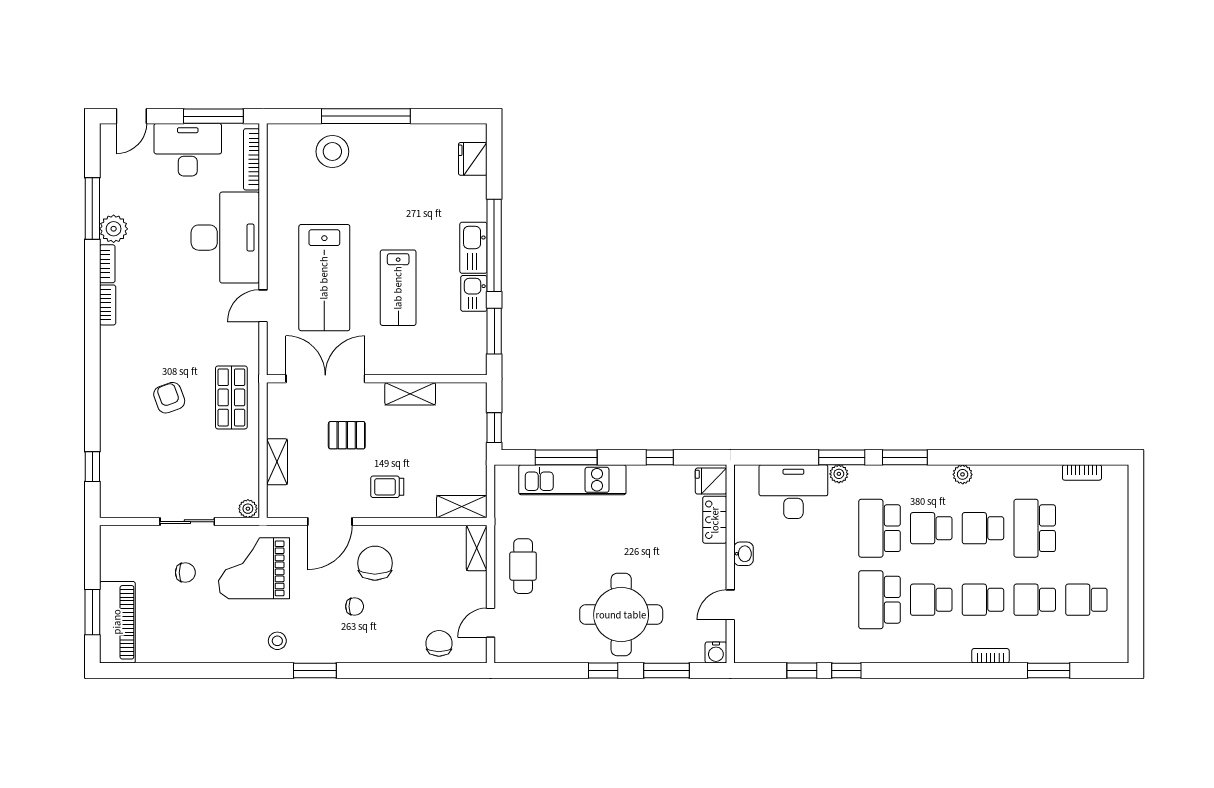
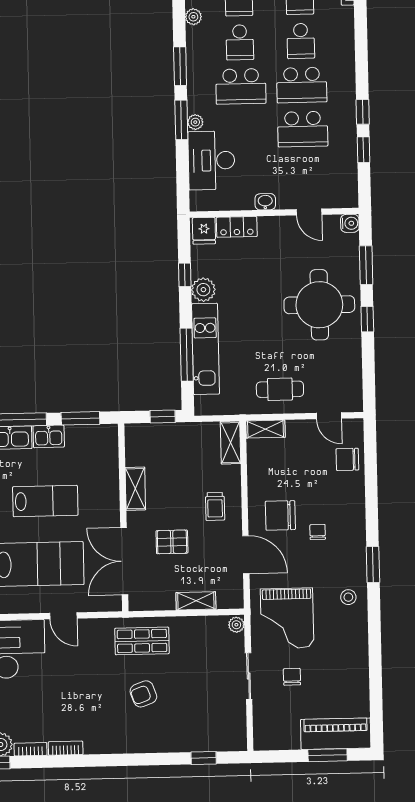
pallet: (347, 435) -> (172, 542), turned 90
plant: (642, 479) -> (203, 290), added
school desk: (828, 600) -> (303, 129), added

